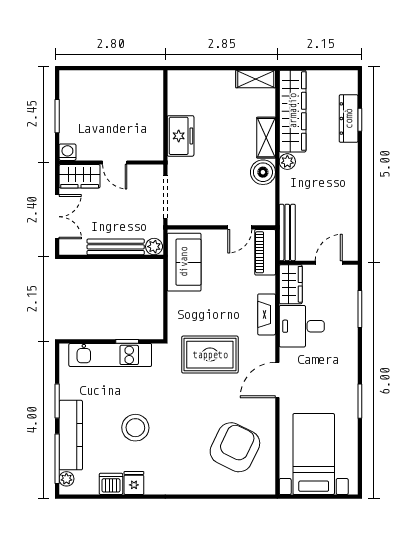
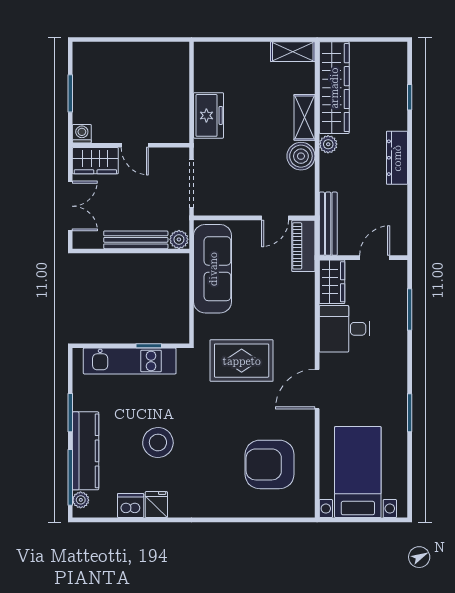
dresser: (349, 119) -> (397, 158), moved
sofa: (184, 262) -> (213, 269), width x1.36
fireplace: (267, 314) -> (305, 316), removed
armchair: (235, 447) -> (270, 464), turned -116

